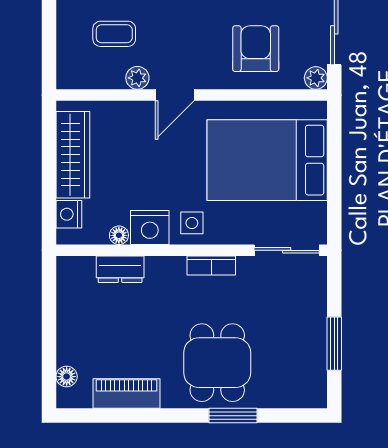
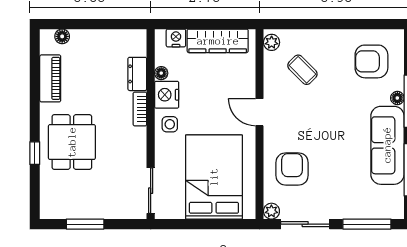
coffee table: (114, 34) -> (302, 70), turned -45
armchair: (256, 49) -> (292, 169), turned -90
plant: (137, 78) -> (272, 42), moved
bookcase: (211, 266) -> (140, 109), moved
dining table: (217, 363) -> (72, 142), turned 90
window: (233, 416) -> (35, 153), width x0.67

